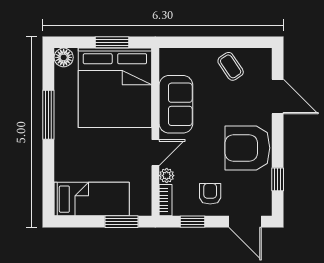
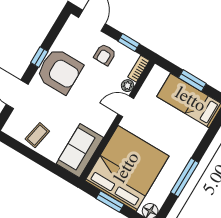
coffee table: (231, 66) -> (37, 135), turned 45
sofa: (176, 104) -> (80, 151), moved
window: (278, 179) -> (39, 57), moved
window: (122, 222) -> (192, 81), moved

